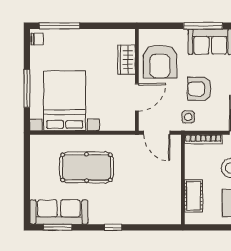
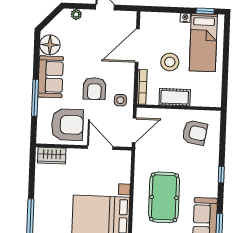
window: (203, 26) -> (35, 98), moved
wardrobe: (126, 60) -> (52, 156), moved
cot: (194, 196) -> (175, 97), moved
armchair: (157, 197) -> (195, 133), added

